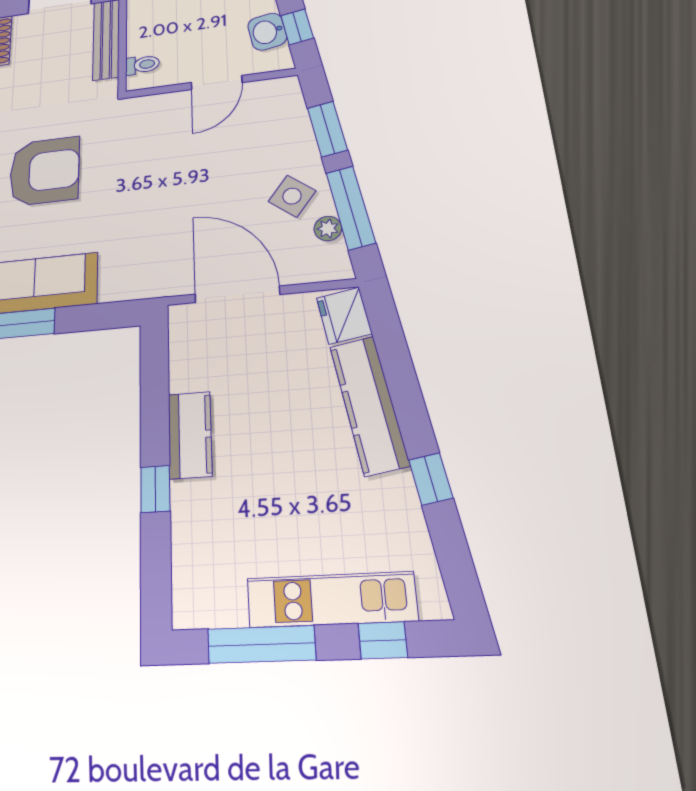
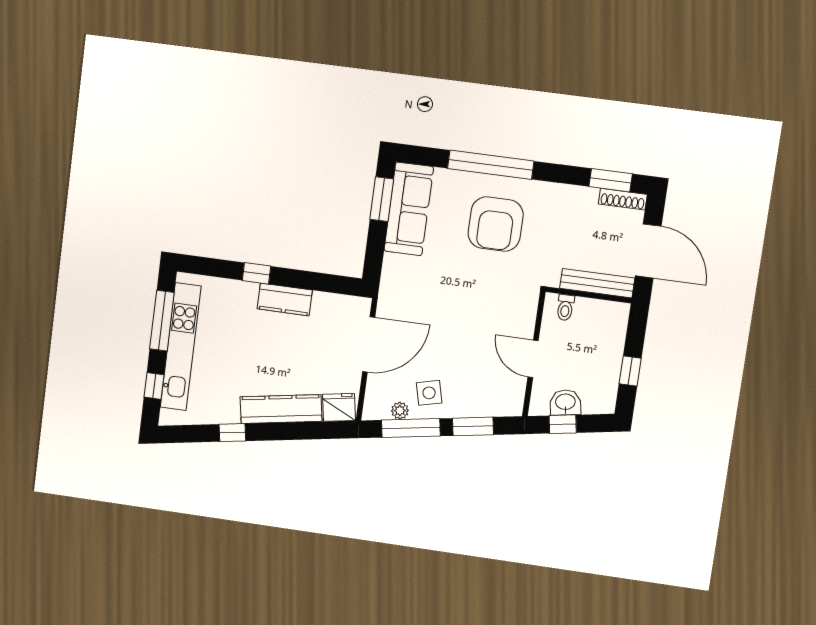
side table: (292, 196) -> (429, 393), turned 38
kitchen unit: (331, 599) -> (181, 347), width x1.36

